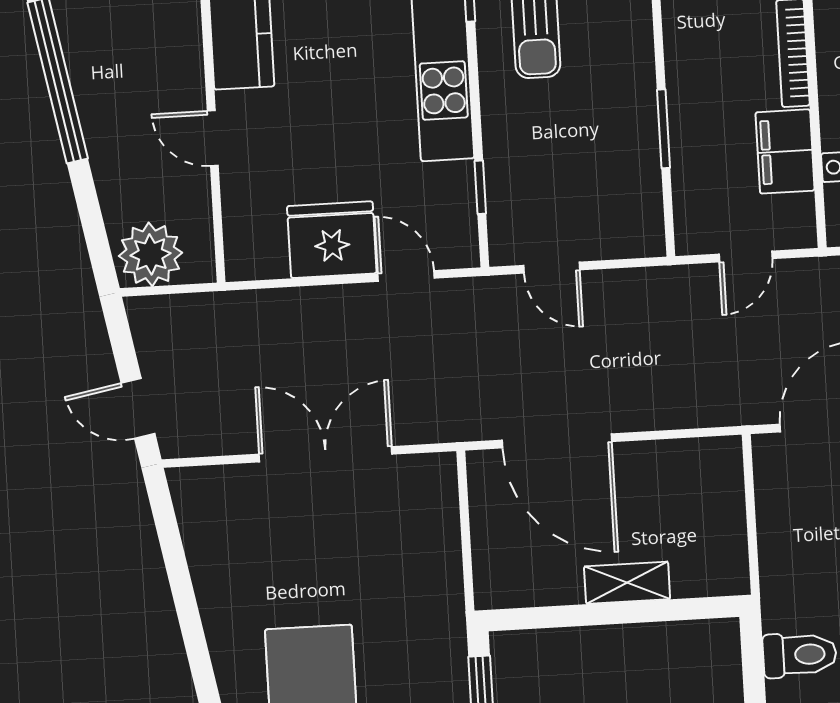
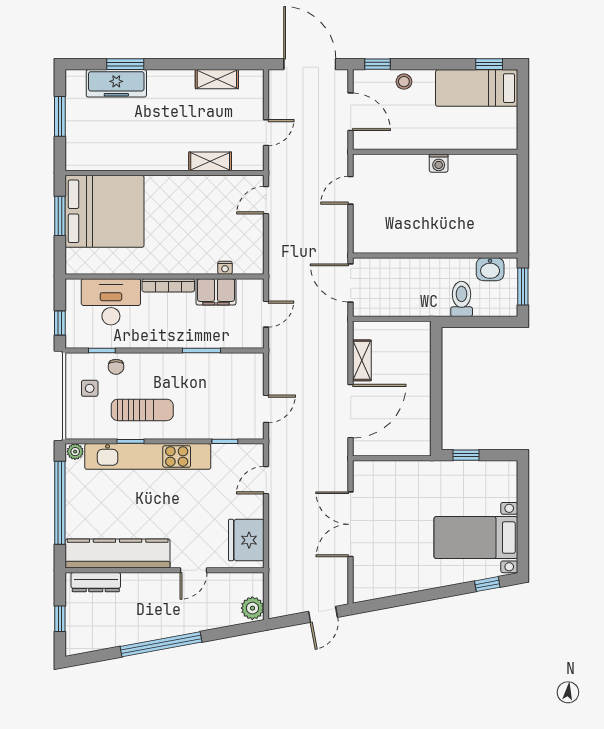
fridge: (332, 240) -> (246, 540), moved
plant: (150, 254) -> (252, 608), width x0.73, depth x0.73
door: (746, 256) -> (266, 314), hinge flipped
shelving: (627, 583) -> (362, 360), moved

